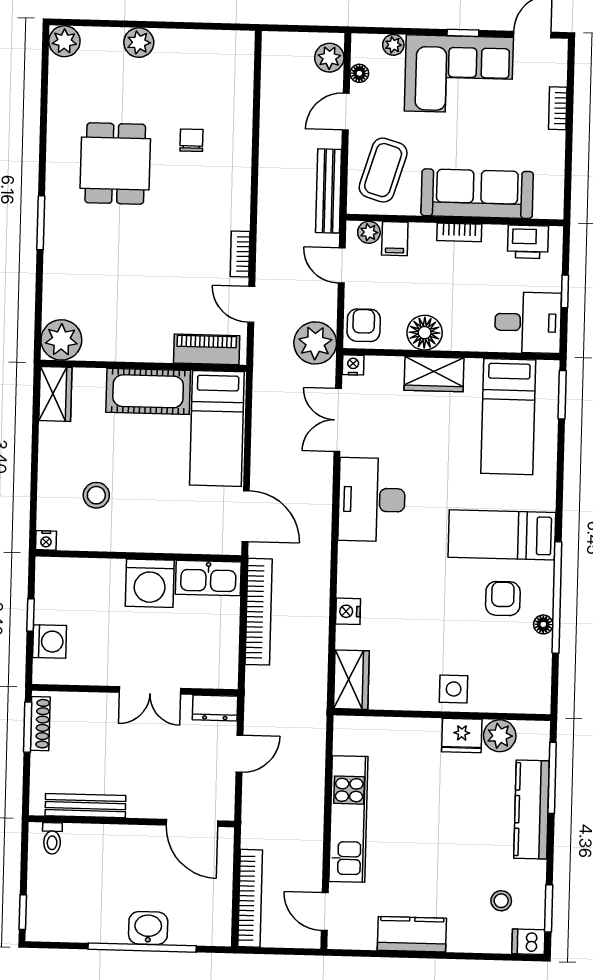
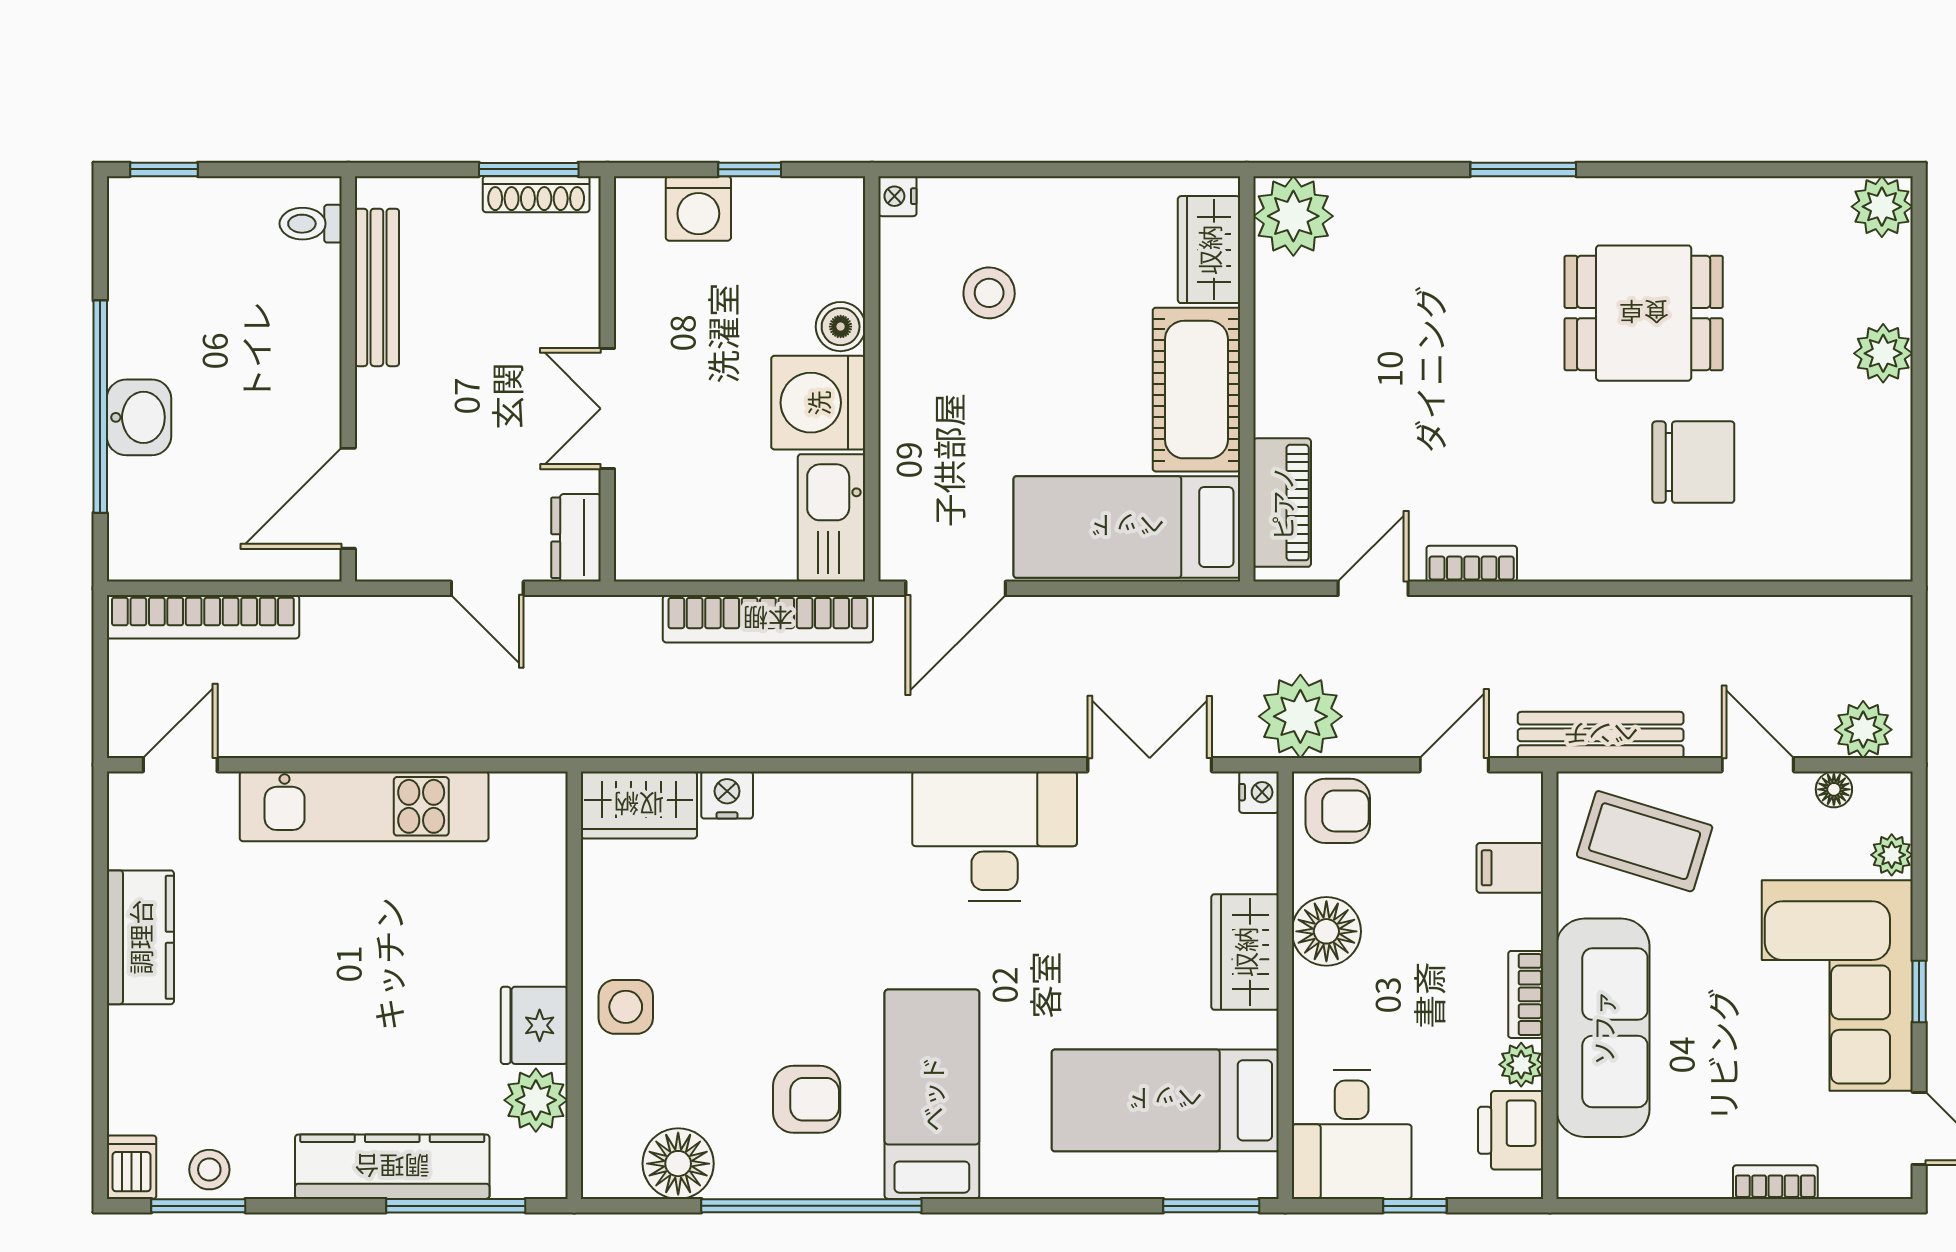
chair: (191, 140) -> (1693, 462), width x1.87, depth x1.87
plant: (369, 232) -> (1521, 1065), moved
wardrobe: (55, 394) -> (1209, 250), moved, turned 90
boiler: (111, 571) -> (841, 327), added
nightstand: (348, 611) -> (727, 795), moved
floor lamp: (543, 624) -> (678, 1164), moved, width x1.89, depth x1.89
stool: (501, 901) -> (209, 1170), moved

